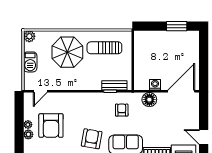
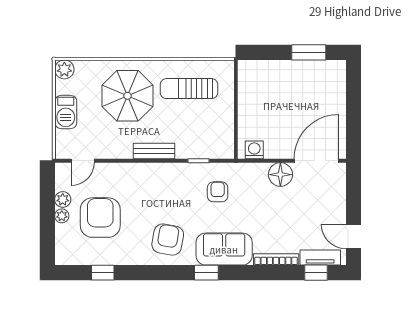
bench: (114, 85) -> (154, 151), moved
washing machine: (155, 85) -> (254, 150), moved
floor lamp: (149, 100) -> (280, 175), moved
armchair: (51, 126) -> (100, 218), turned 180
plant: (28, 134) -> (63, 199), moved

